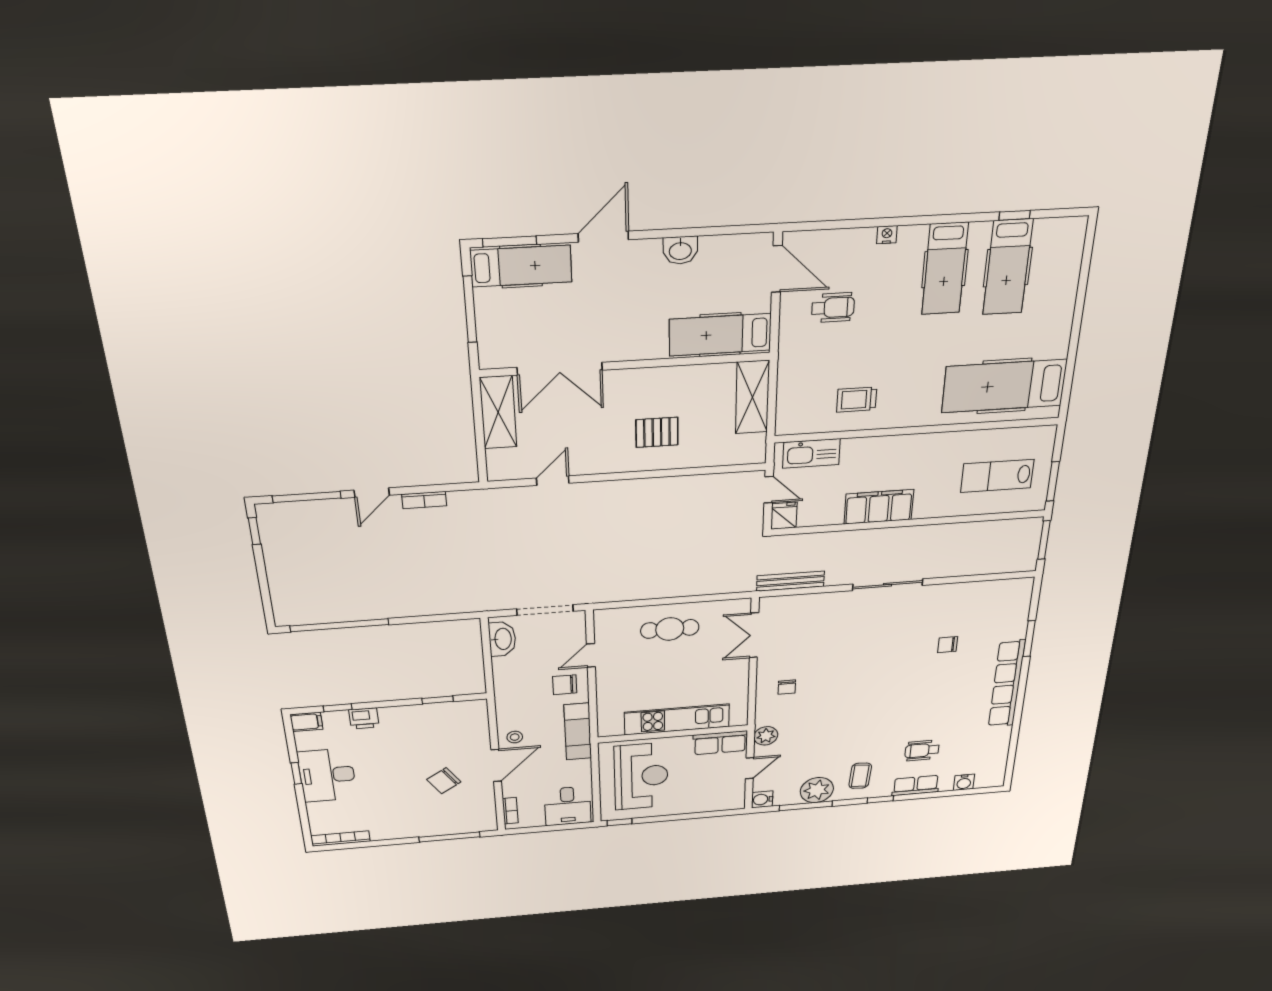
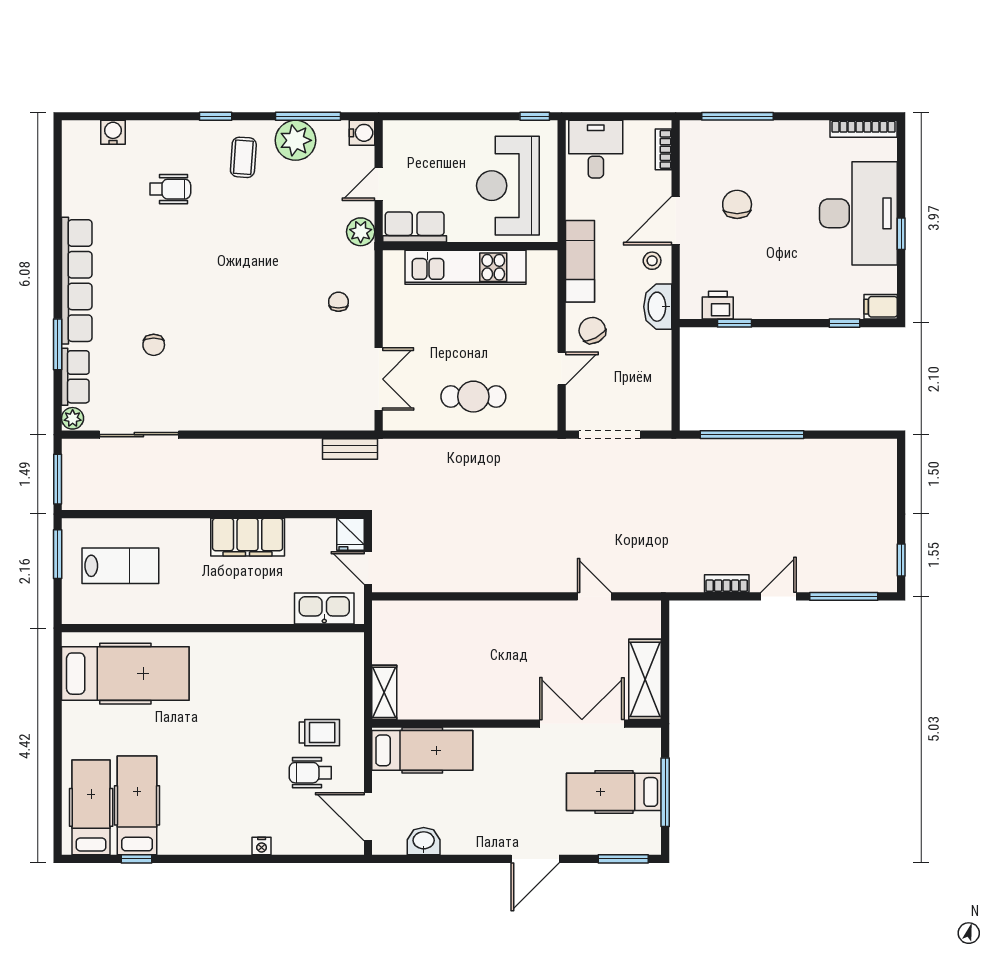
washbasin: (680, 250) -> (424, 841), moved
hospital bed: (521, 266) -> (614, 792), moved
hospital bed: (945, 269) -> (91, 807), moved
shelving: (752, 397) -> (384, 692), width x0.67, depth x0.75
trolley: (857, 400) -> (319, 733), moved
pallet: (657, 432) -> (486, 645), removed
door: (553, 481) -> (594, 596), swing flipped
bench: (790, 581) -> (350, 449), width x0.73
sliding door: (888, 585) -> (139, 435), moved
plant: (1024, 586) -> (73, 418), added
window: (339, 625) -> (752, 435), moved
washbasin: (502, 639) -> (658, 307), moved
chair: (948, 645) -> (154, 345), turned 90
chair: (565, 685) -> (592, 330), turned -118
printer: (364, 718) -> (718, 305), moved
desk: (327, 775) -> (858, 213), width x1.36, depth x1.30
chair: (444, 781) -> (737, 204), turned -57
row of seats: (916, 786) -> (75, 377), moved, turned -90

